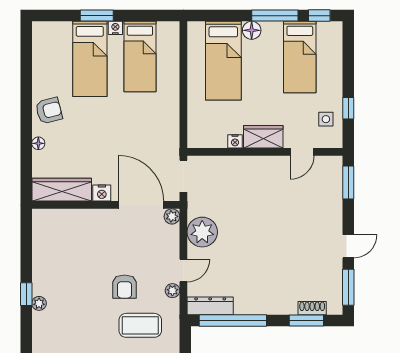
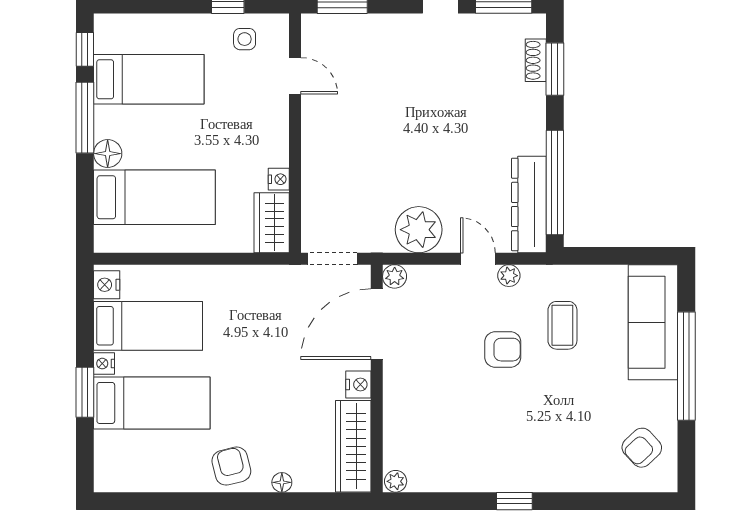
nightstand: (166, 30) -> (107, 285), added
wardrobe: (263, 137) -> (272, 223), moved
plant: (39, 303) -> (396, 481), moved
dresser: (210, 306) -> (529, 204), width x1.37, depth x1.24
coffee table: (140, 325) -> (562, 325), width x0.73, depth x0.77

